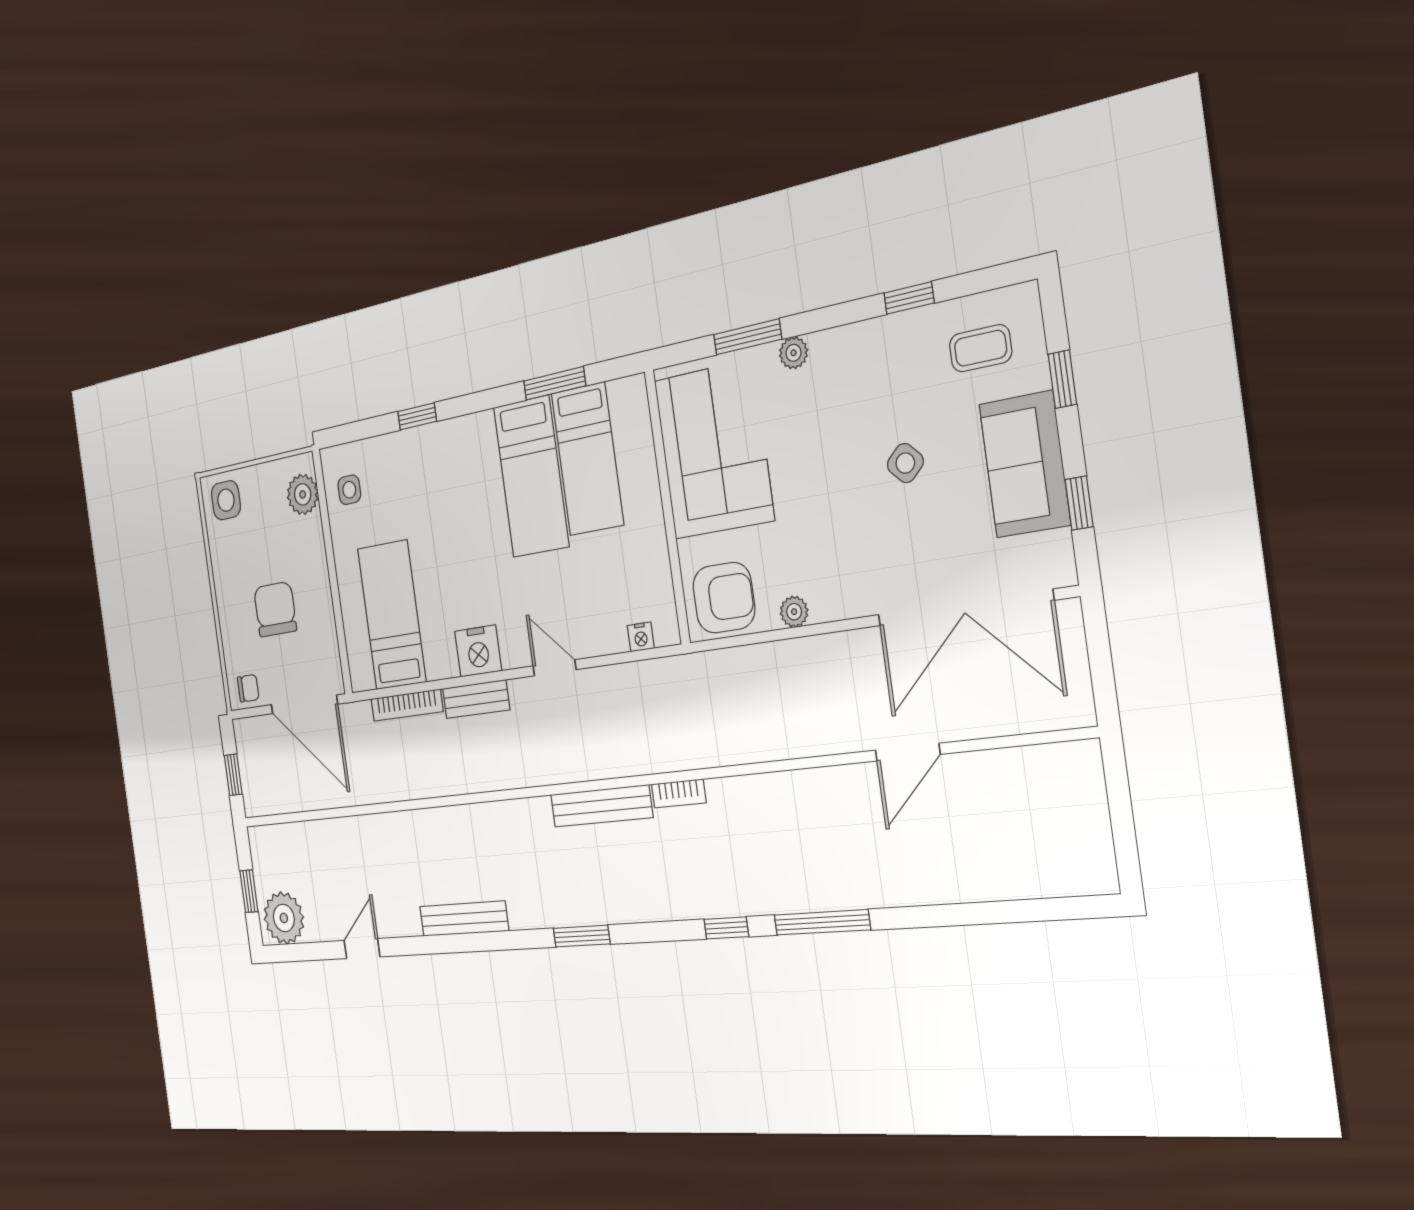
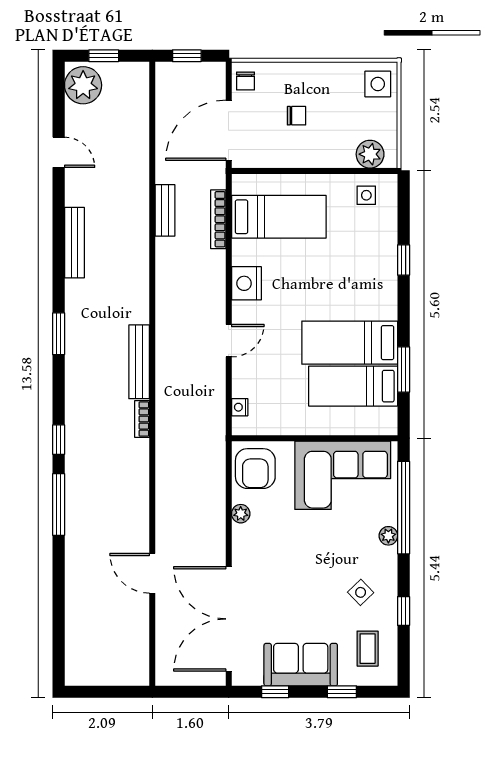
window: (747, 337) -> (404, 508), width x2.11
side table: (905, 463) -> (361, 592), moved
chair: (275, 609) -> (297, 116), width x0.54, depth x0.54
bench: (476, 699) -> (165, 210), moved

